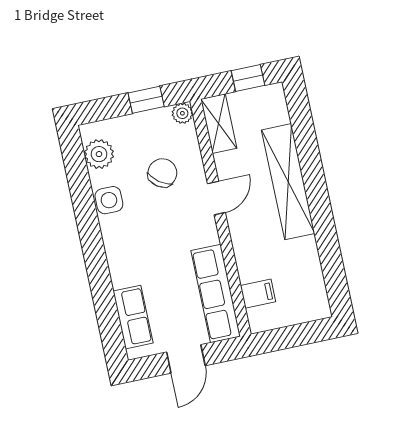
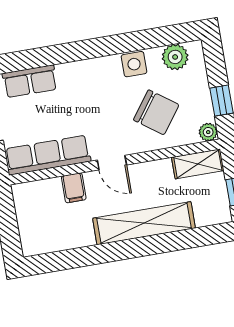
chair: (162, 173) -> (156, 112), width x1.37, depth x1.37
door: (216, 198) -> (112, 163), moved
filing cabinet: (258, 294) -> (74, 188), moved

